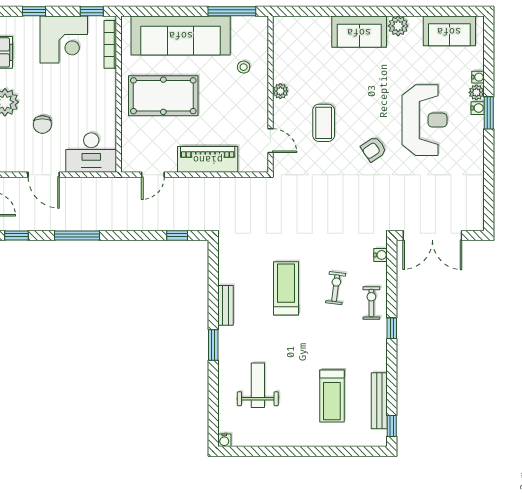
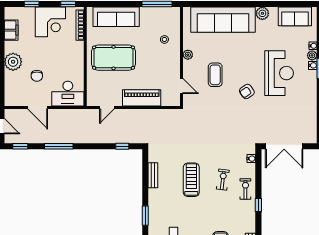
sofa: (359, 32) -> (223, 20), width x1.85, depth x1.27
sofa: (181, 35) -> (116, 17), width x0.74, depth x0.79
bench: (225, 305) -> (153, 175), moved

